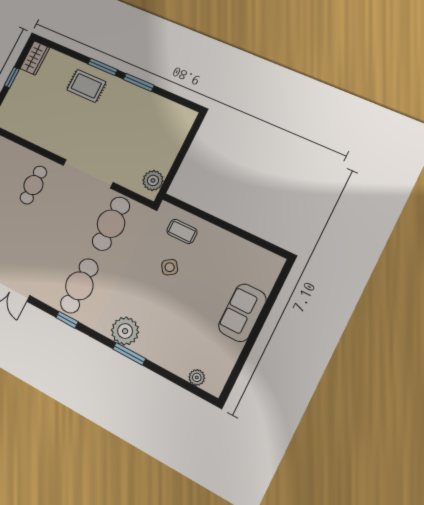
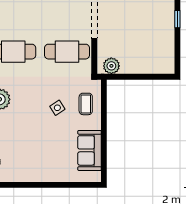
window: (139, 82) -> (177, 19), width x0.67
sofa: (242, 313) -> (90, 150), moved, turned -90

